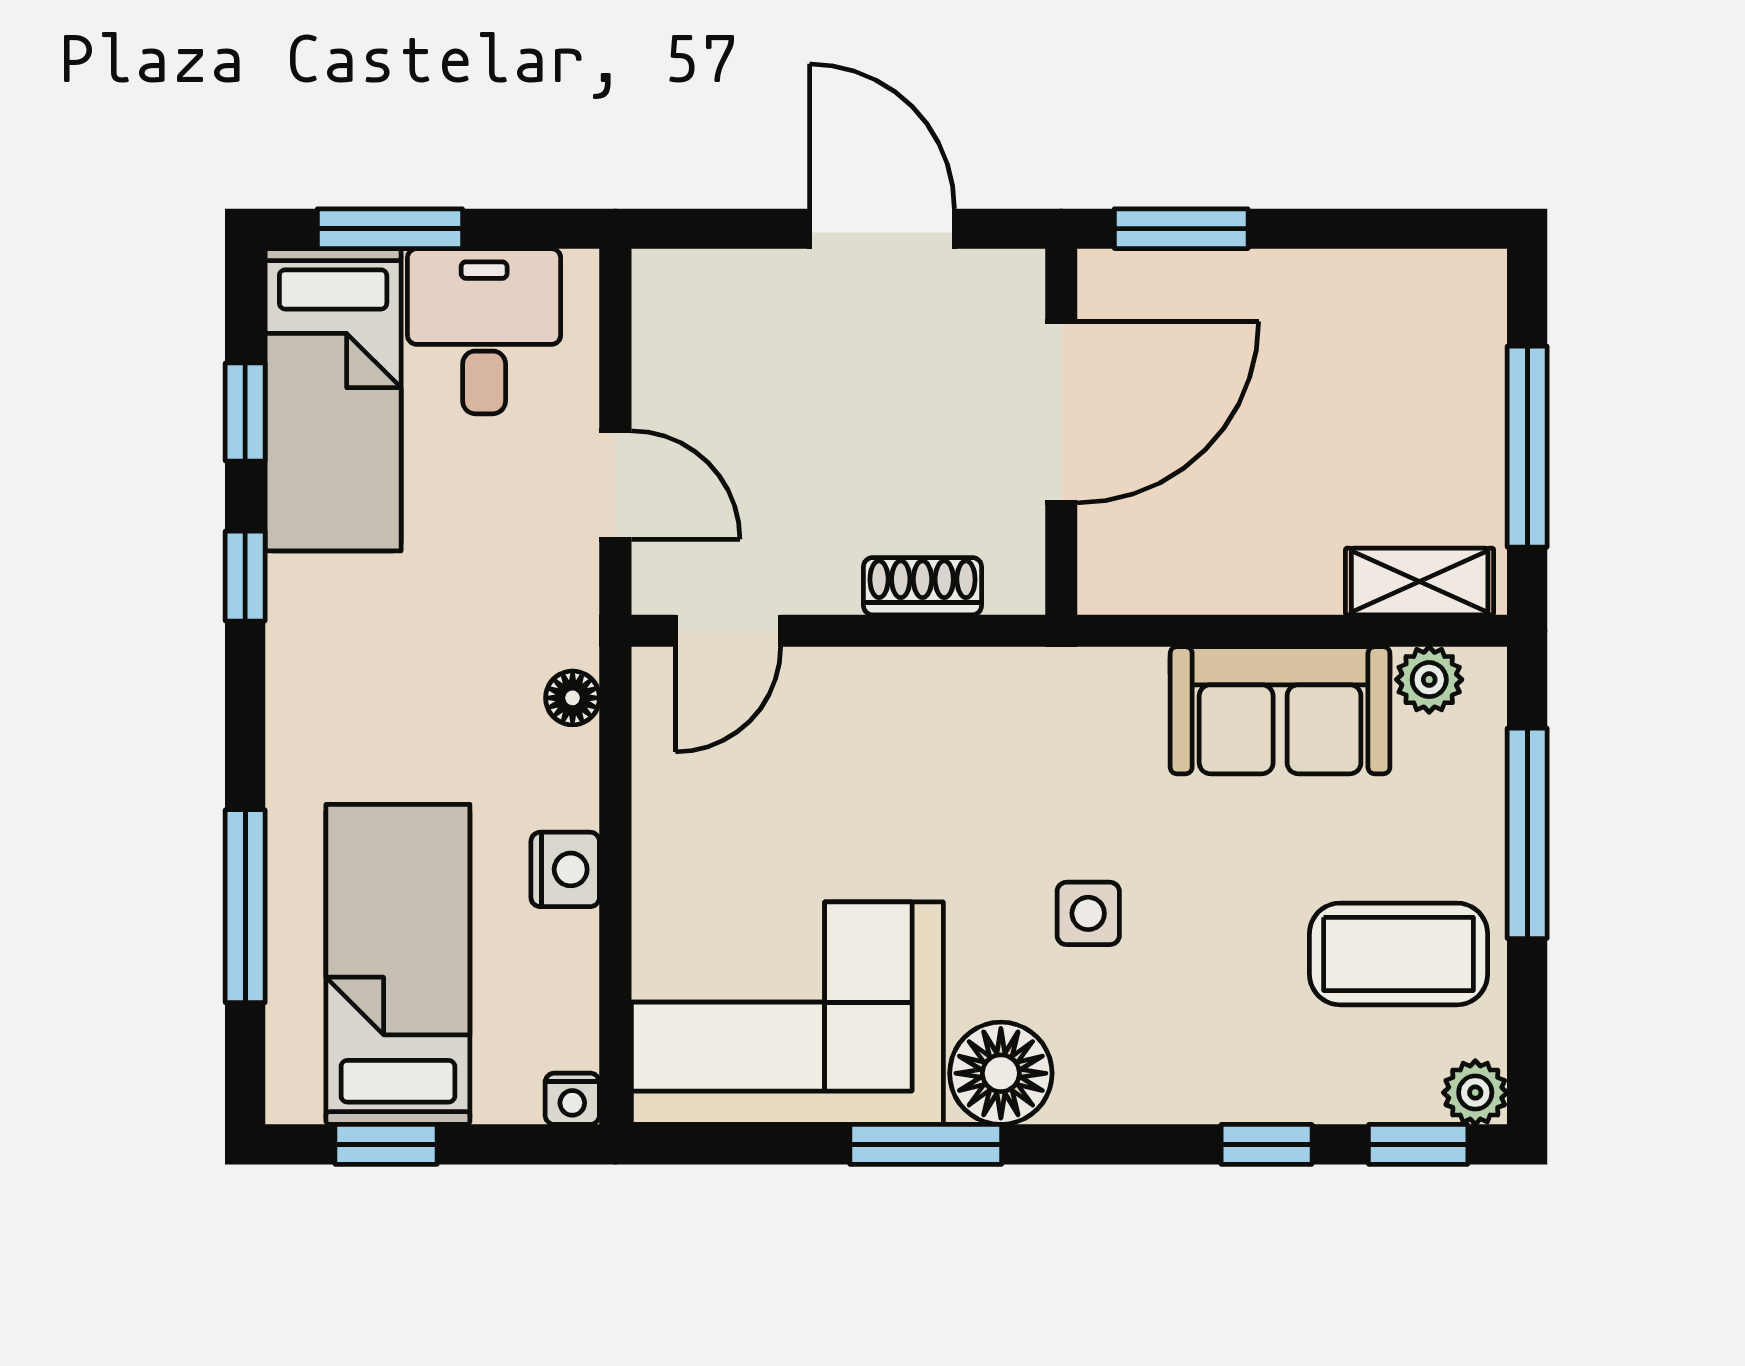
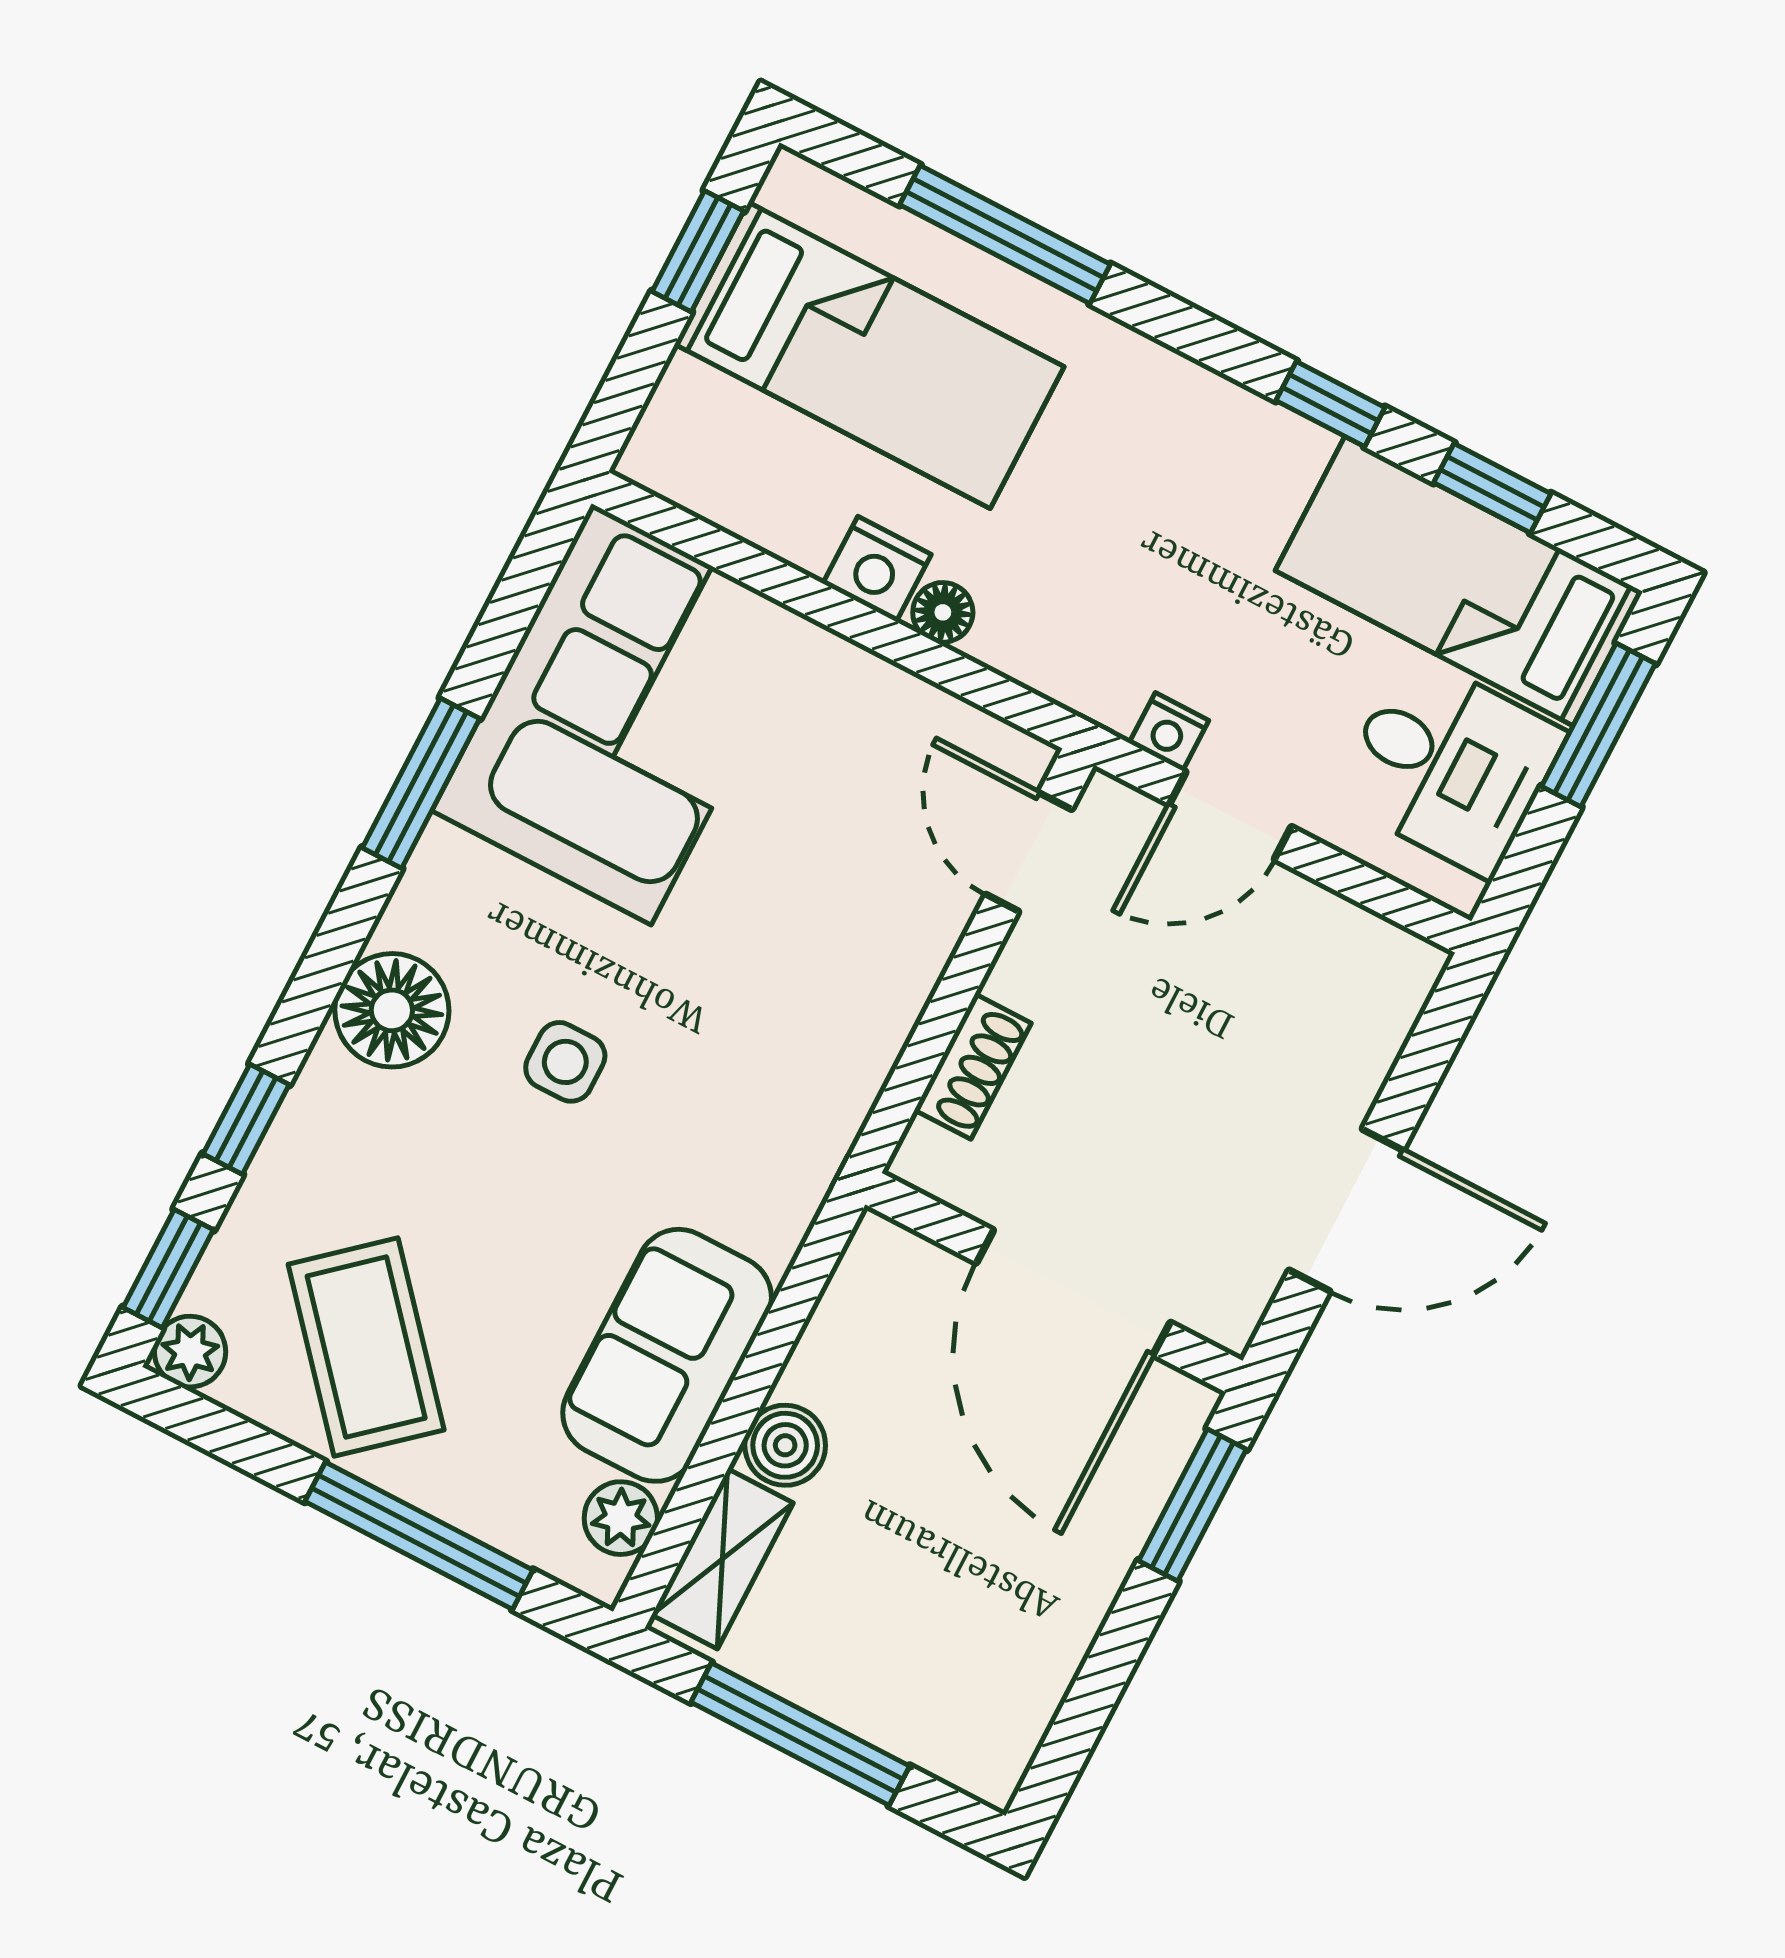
boiler: (1303, 579) -> (785, 1445), added
floor lamp: (573, 698) -> (943, 612), moved
coffee table: (1399, 954) -> (366, 1347), turned -41
floor lamp: (1001, 1073) -> (392, 1010), moved
nightstand: (572, 1099) -> (1169, 732), moved, turned -90

